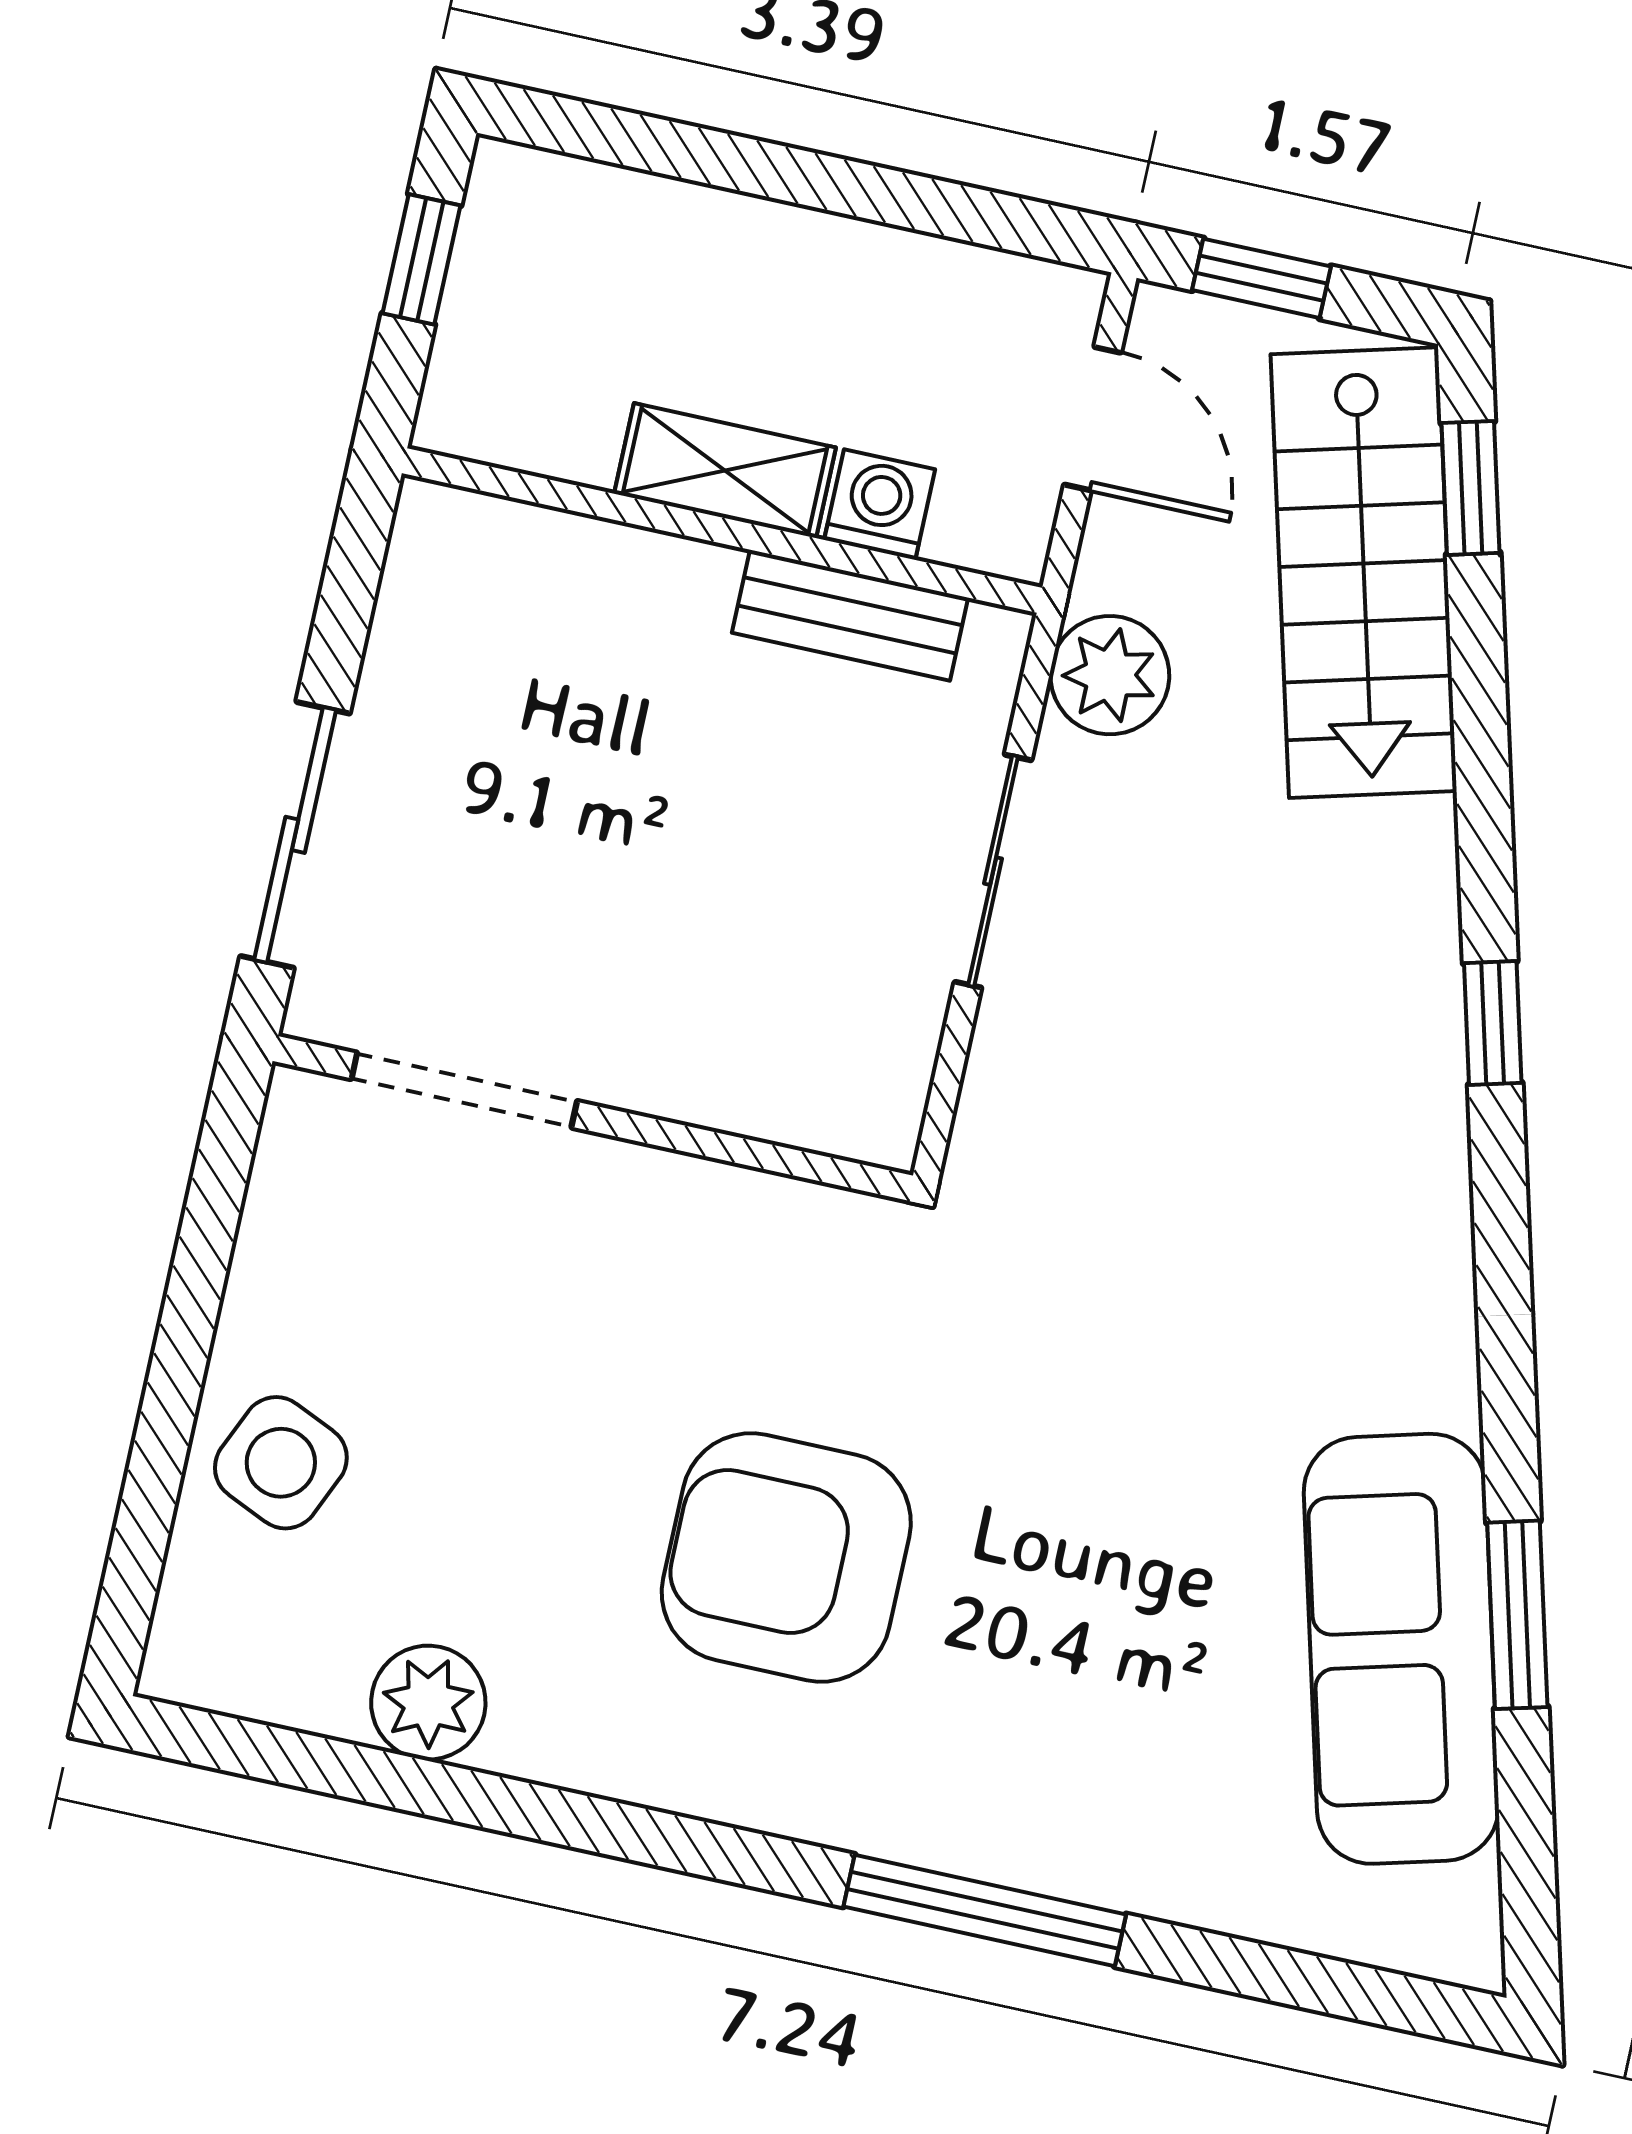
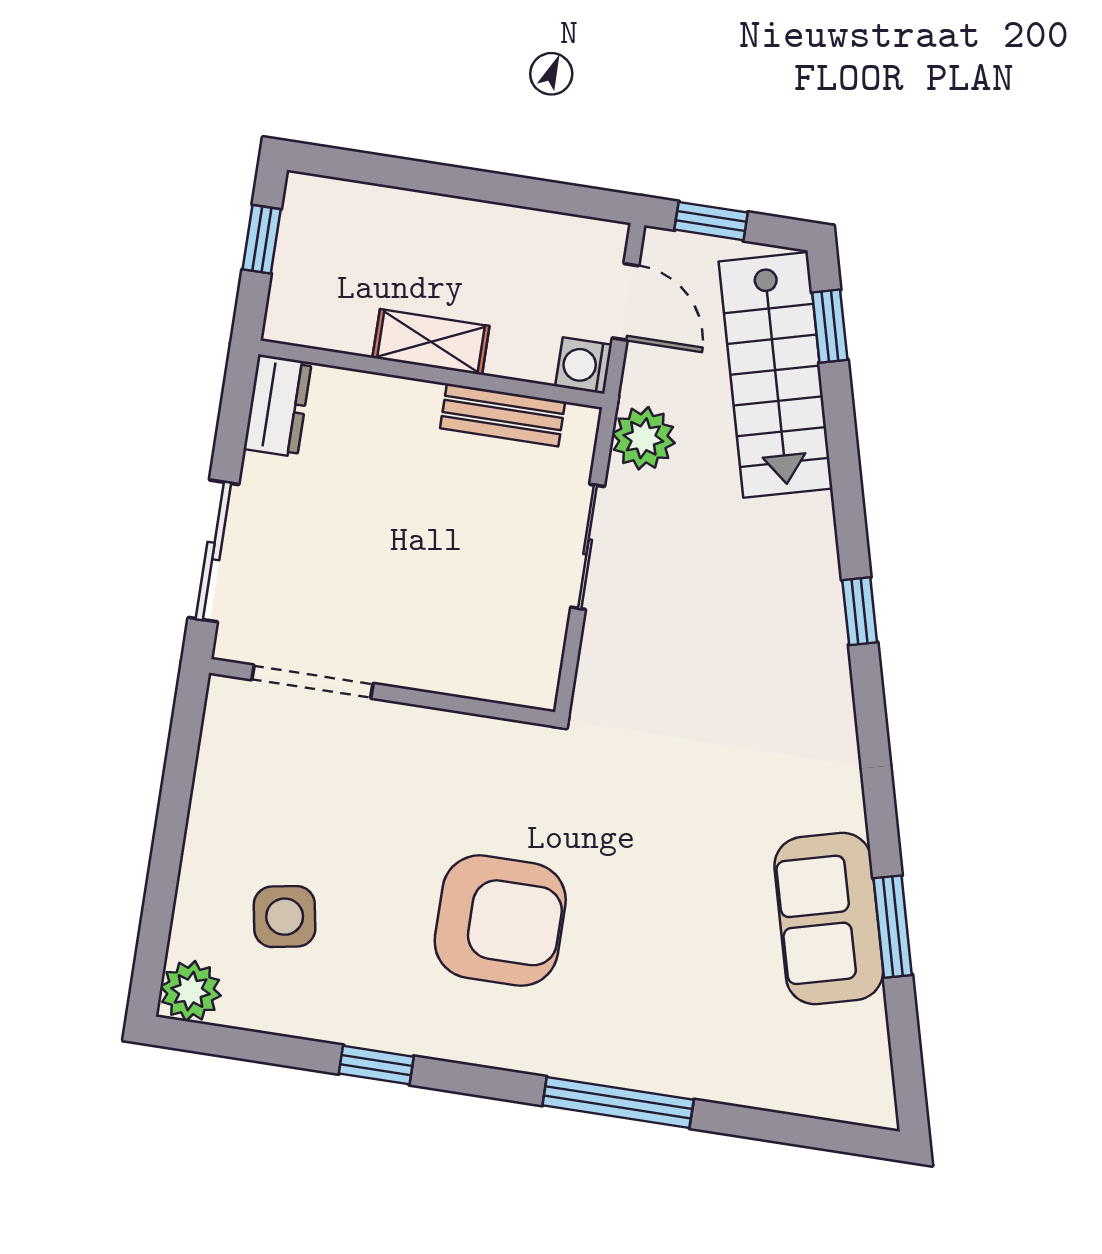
washing machine: (880, 505) -> (584, 366), moved, turned -90
dresser: (432, 572) -> (278, 406), added
side table: (281, 1463) -> (285, 917), moved, turned -34
armchair: (786, 1557) -> (500, 921), turned 180
sofa: (1401, 1649) -> (829, 919), width x0.73
plant: (428, 1703) -> (191, 991), moved
window: (538, 1812) -> (376, 1065), added

